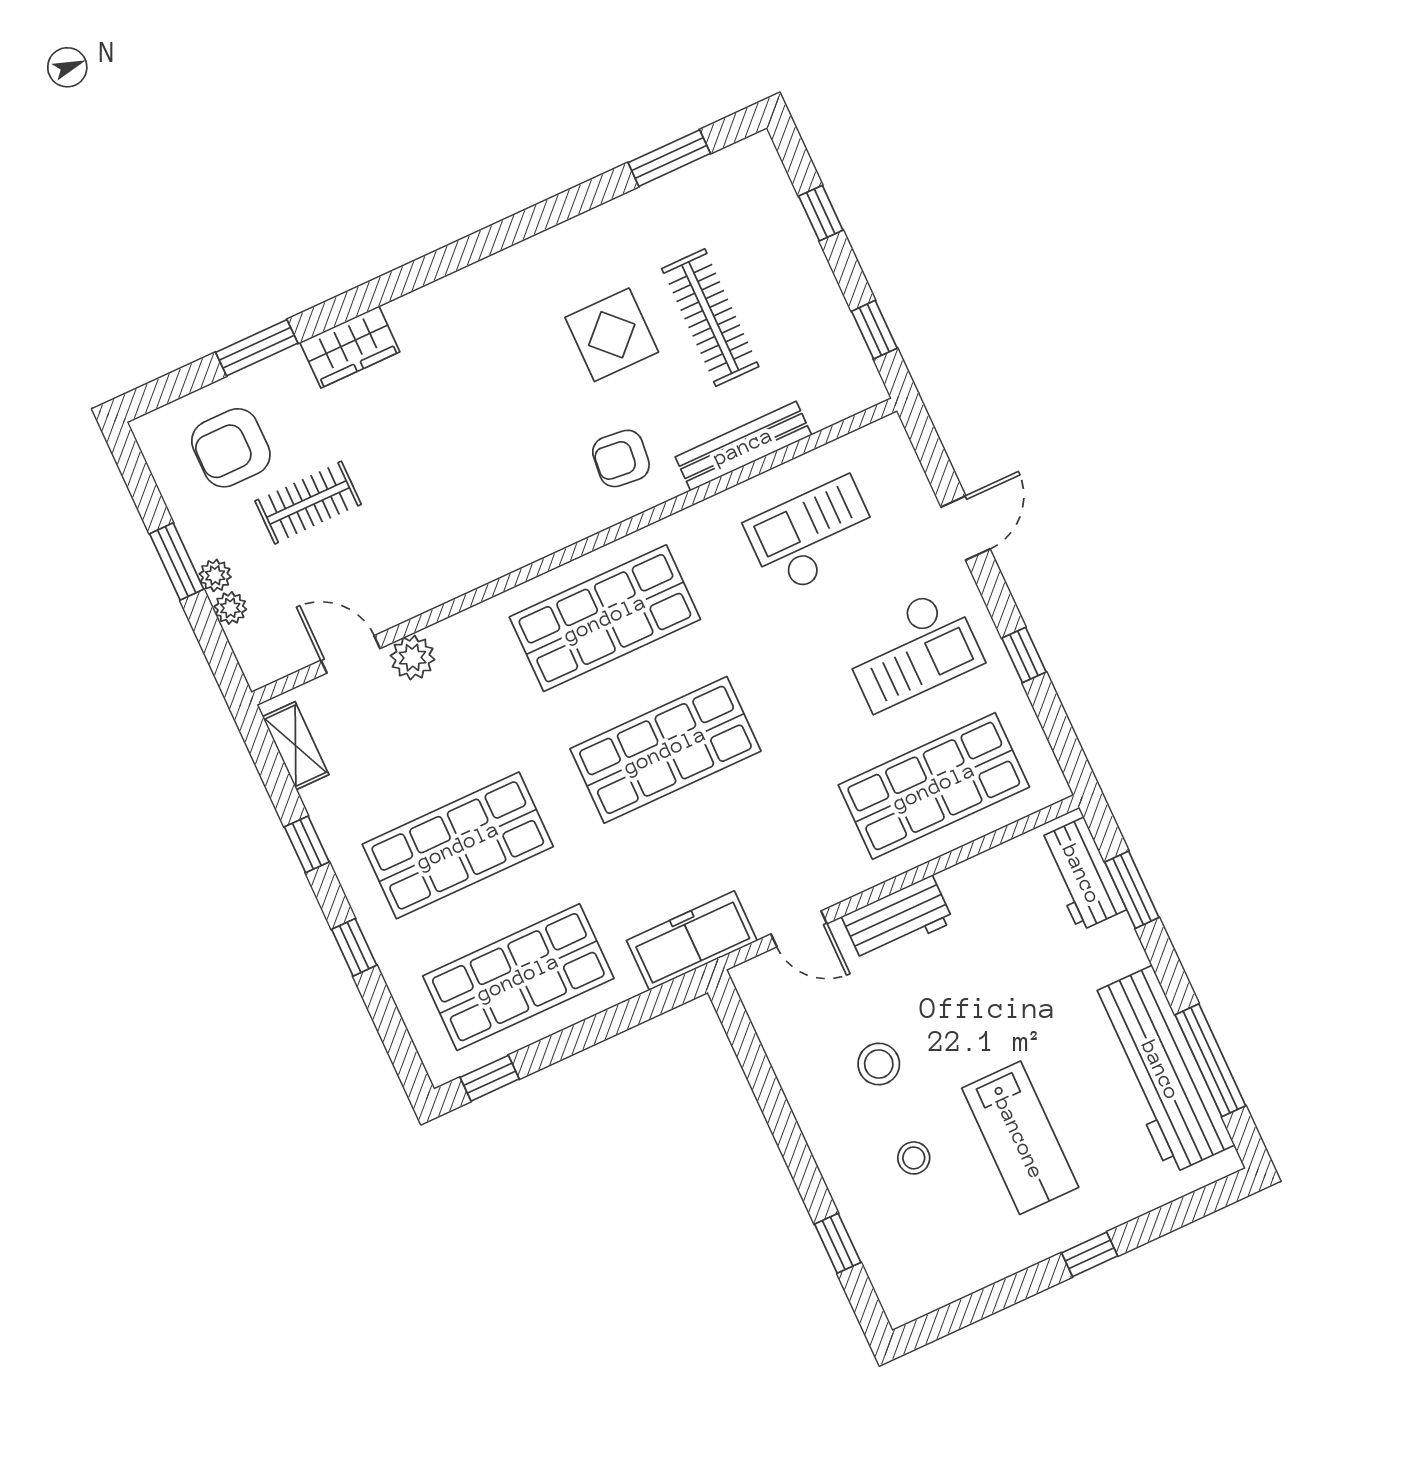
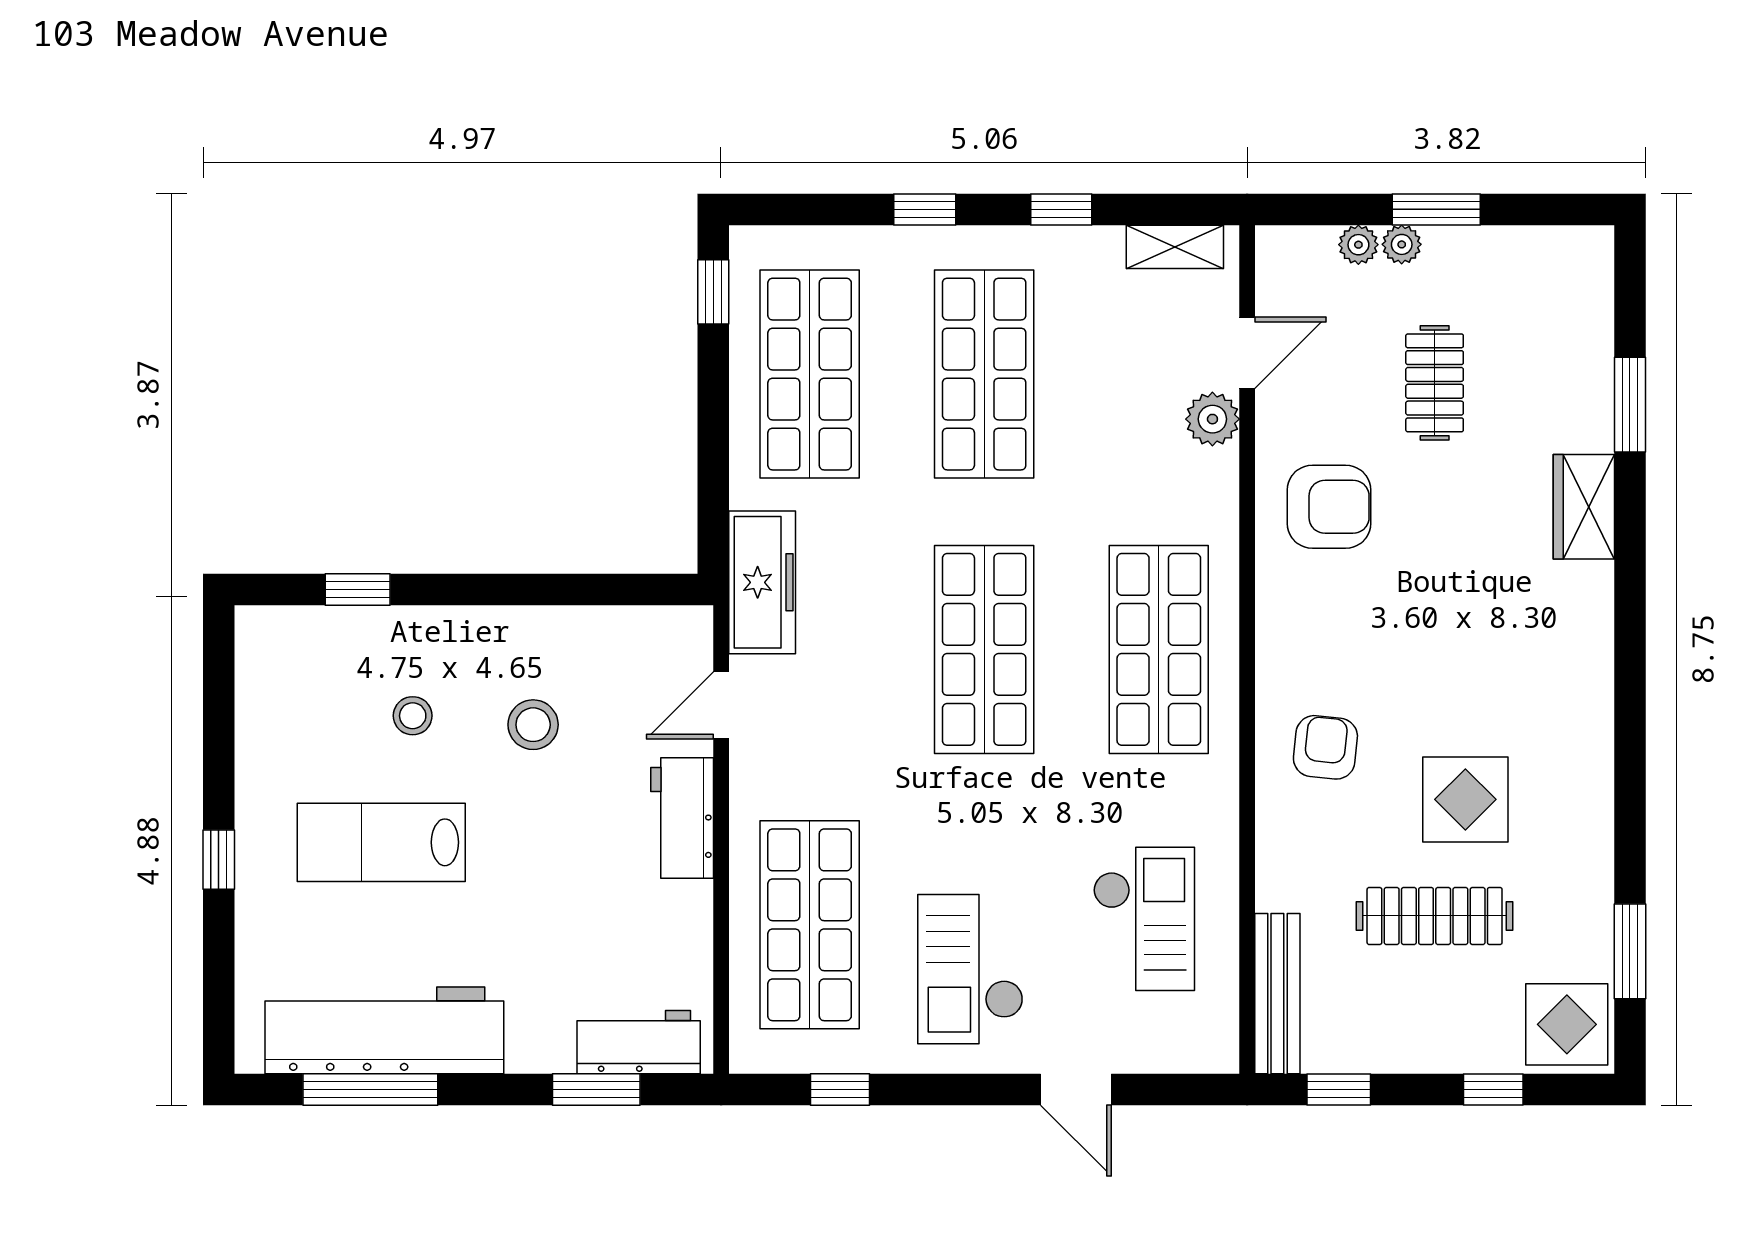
display table: (746, 180) -> (1567, 1024), added
bench: (743, 446) -> (1277, 994), moved
armchair: (231, 448) -> (1329, 507), moved, turned 90
window: (1024, 655) -> (840, 1089), moved

